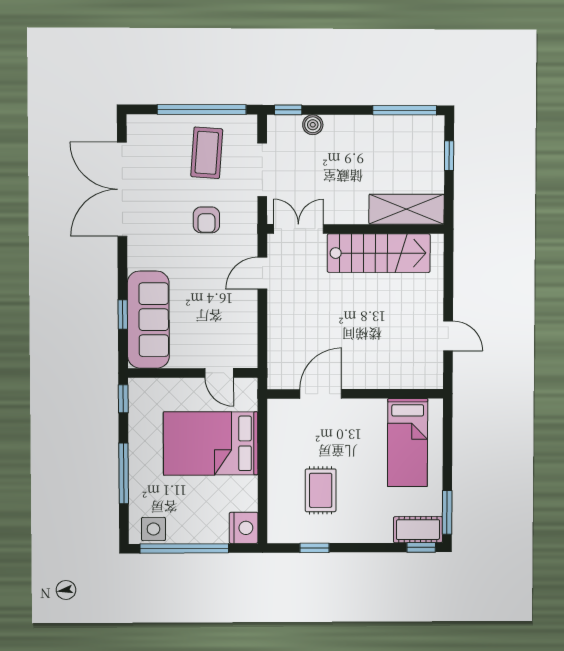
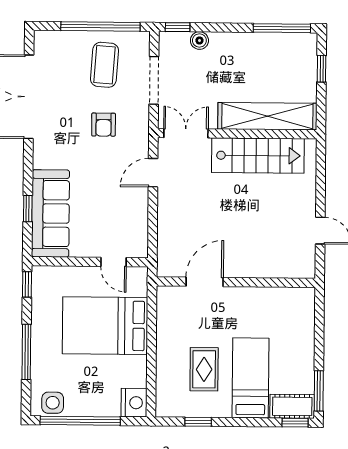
shelving: (407, 209) -> (267, 116), width x1.47
bed: (408, 443) -> (251, 378), moved, turned 180

